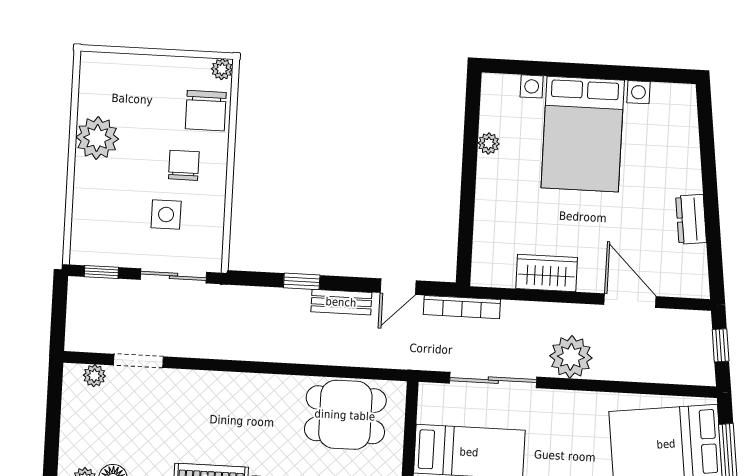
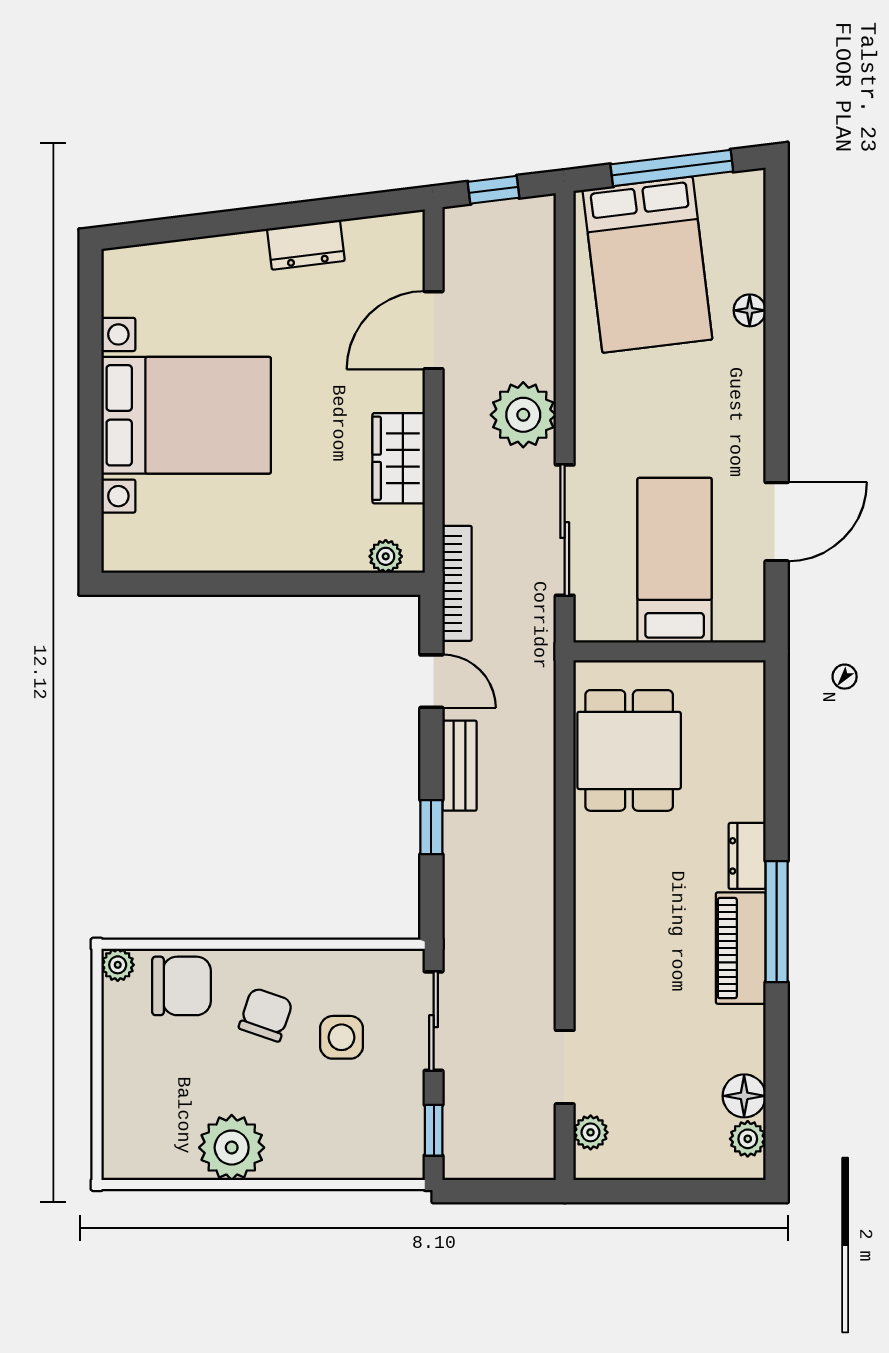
plant: (489, 143) -> (386, 556), moved
chair: (184, 165) -> (266, 1015), turned 109

